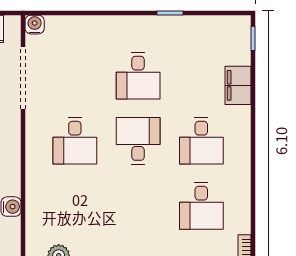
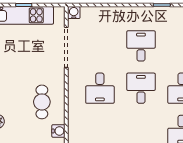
desk: (138, 76) -> (141, 46), turned 180

